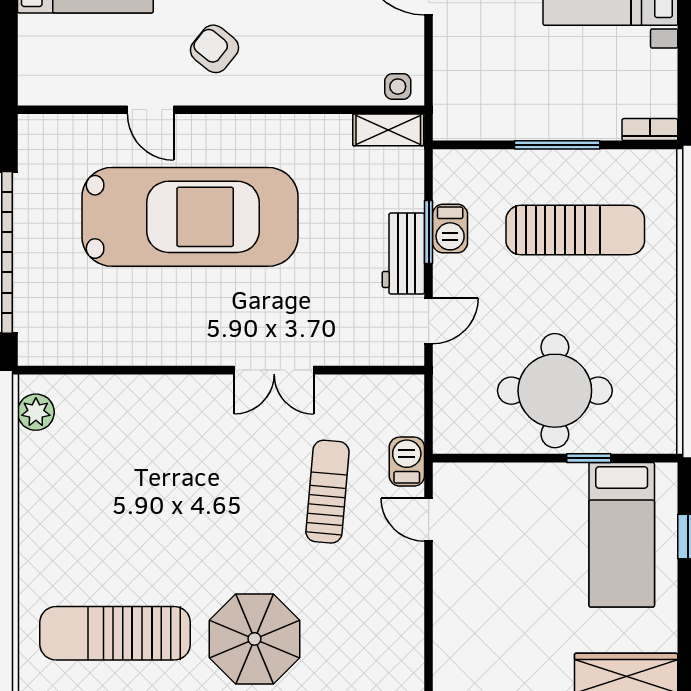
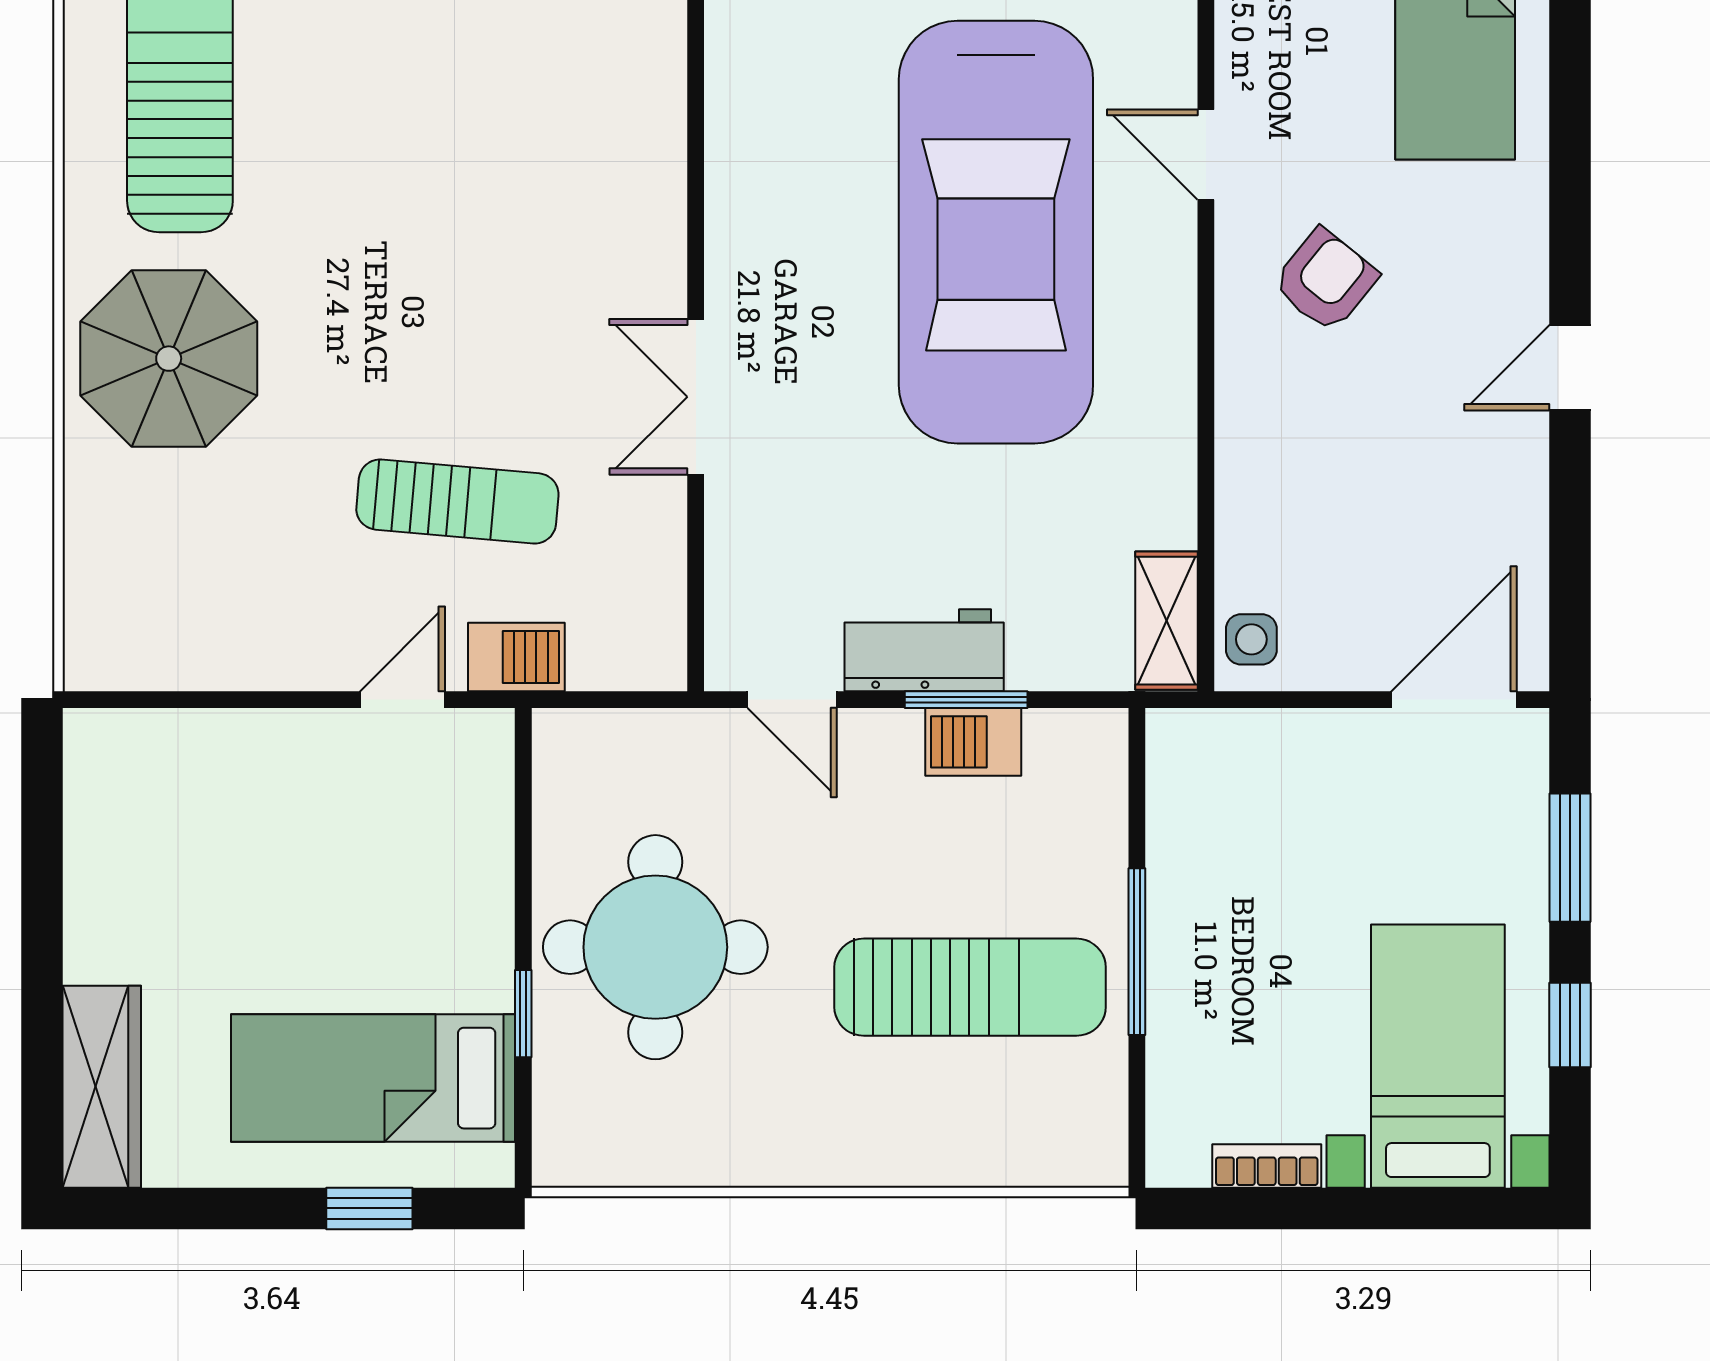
door: (150, 110) -> (1206, 155), hinge flipped
bookcase: (650, 130) -> (1267, 1166), moved, turned -90
sun lounger: (575, 230) -> (970, 987), turned -90

